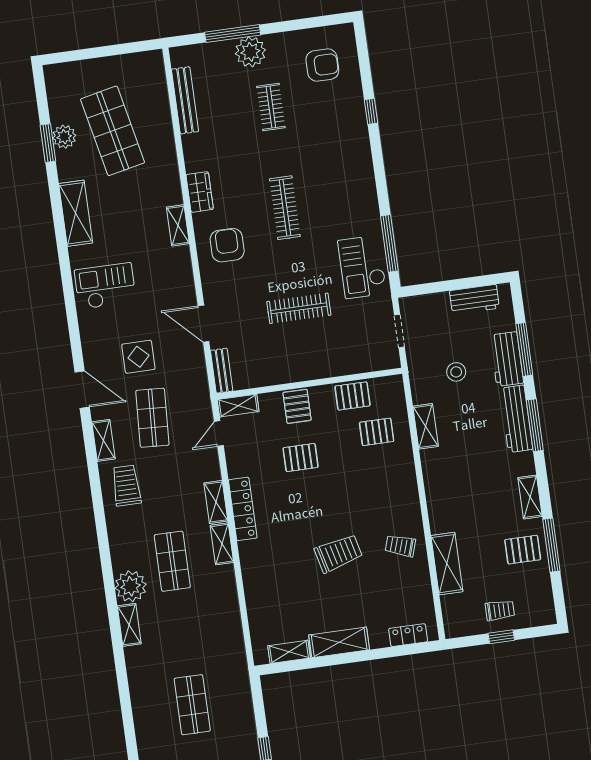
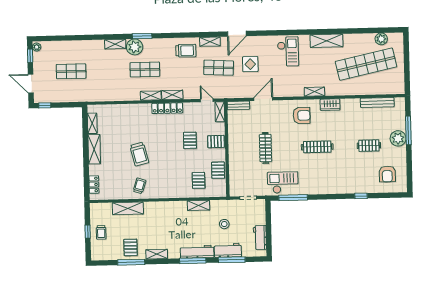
shop shelf: (113, 131) -> (366, 64), width x1.40
plant: (64, 137) -> (381, 39), moved
window: (48, 143) -> (142, 36), moved

